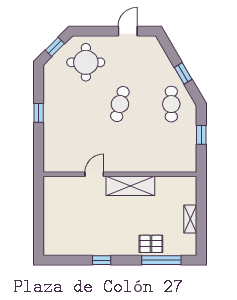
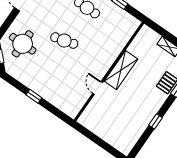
cafe table: (120, 104) -> (64, 41), turned -30

